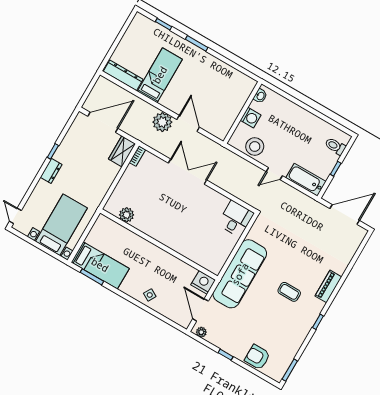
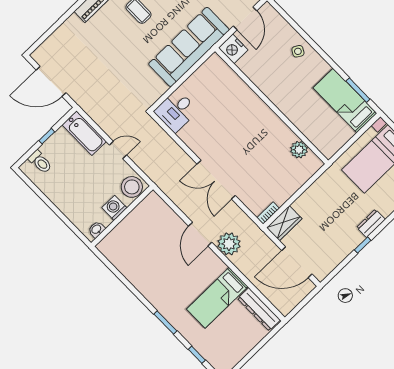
washbasin: (260, 96) -> (97, 229), moved
wall: (242, 113) -> (122, 216), moved
washing machine: (251, 118) -> (114, 208), moved

